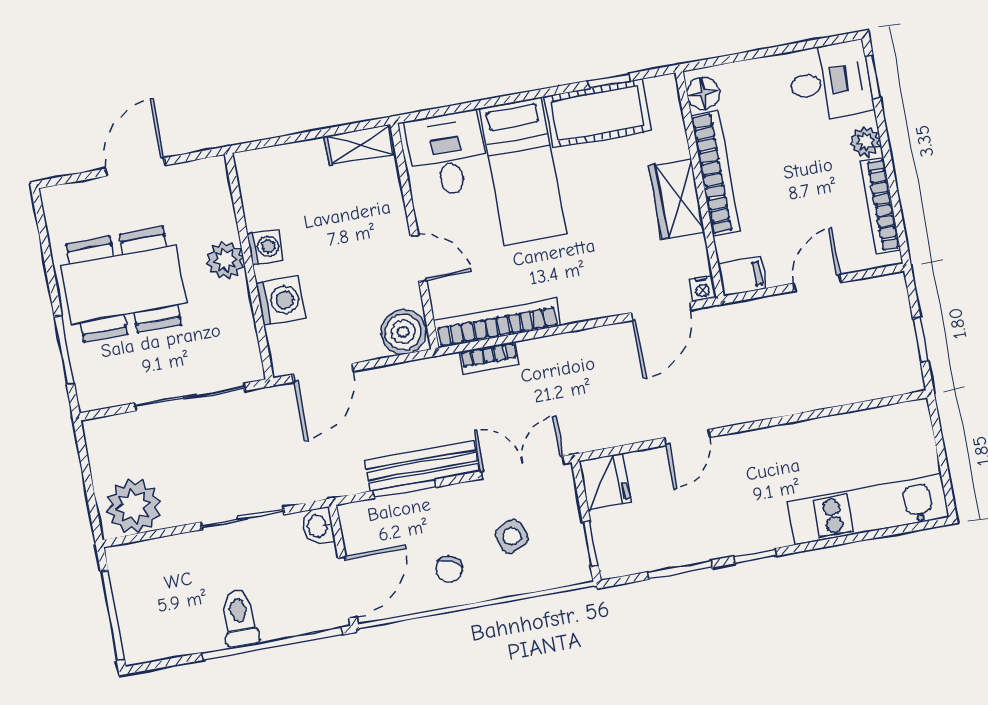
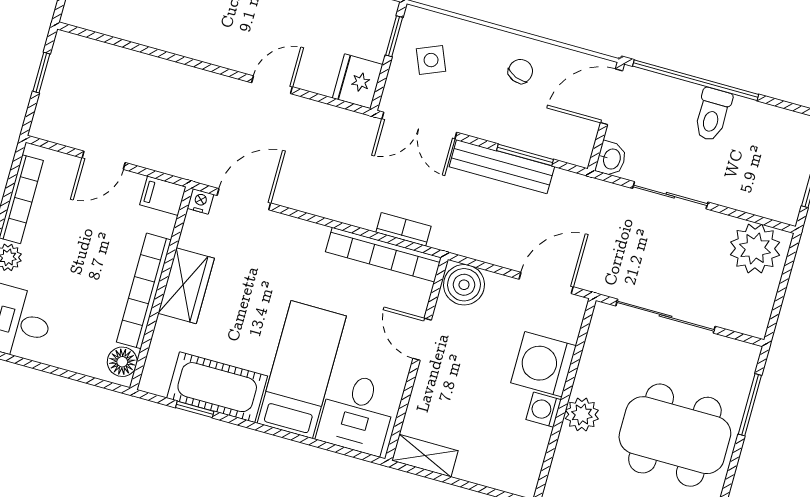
washing machine: (281, 301) -> (543, 364), width x1.37, depth x1.37
side table: (512, 536) -> (431, 60), moved

